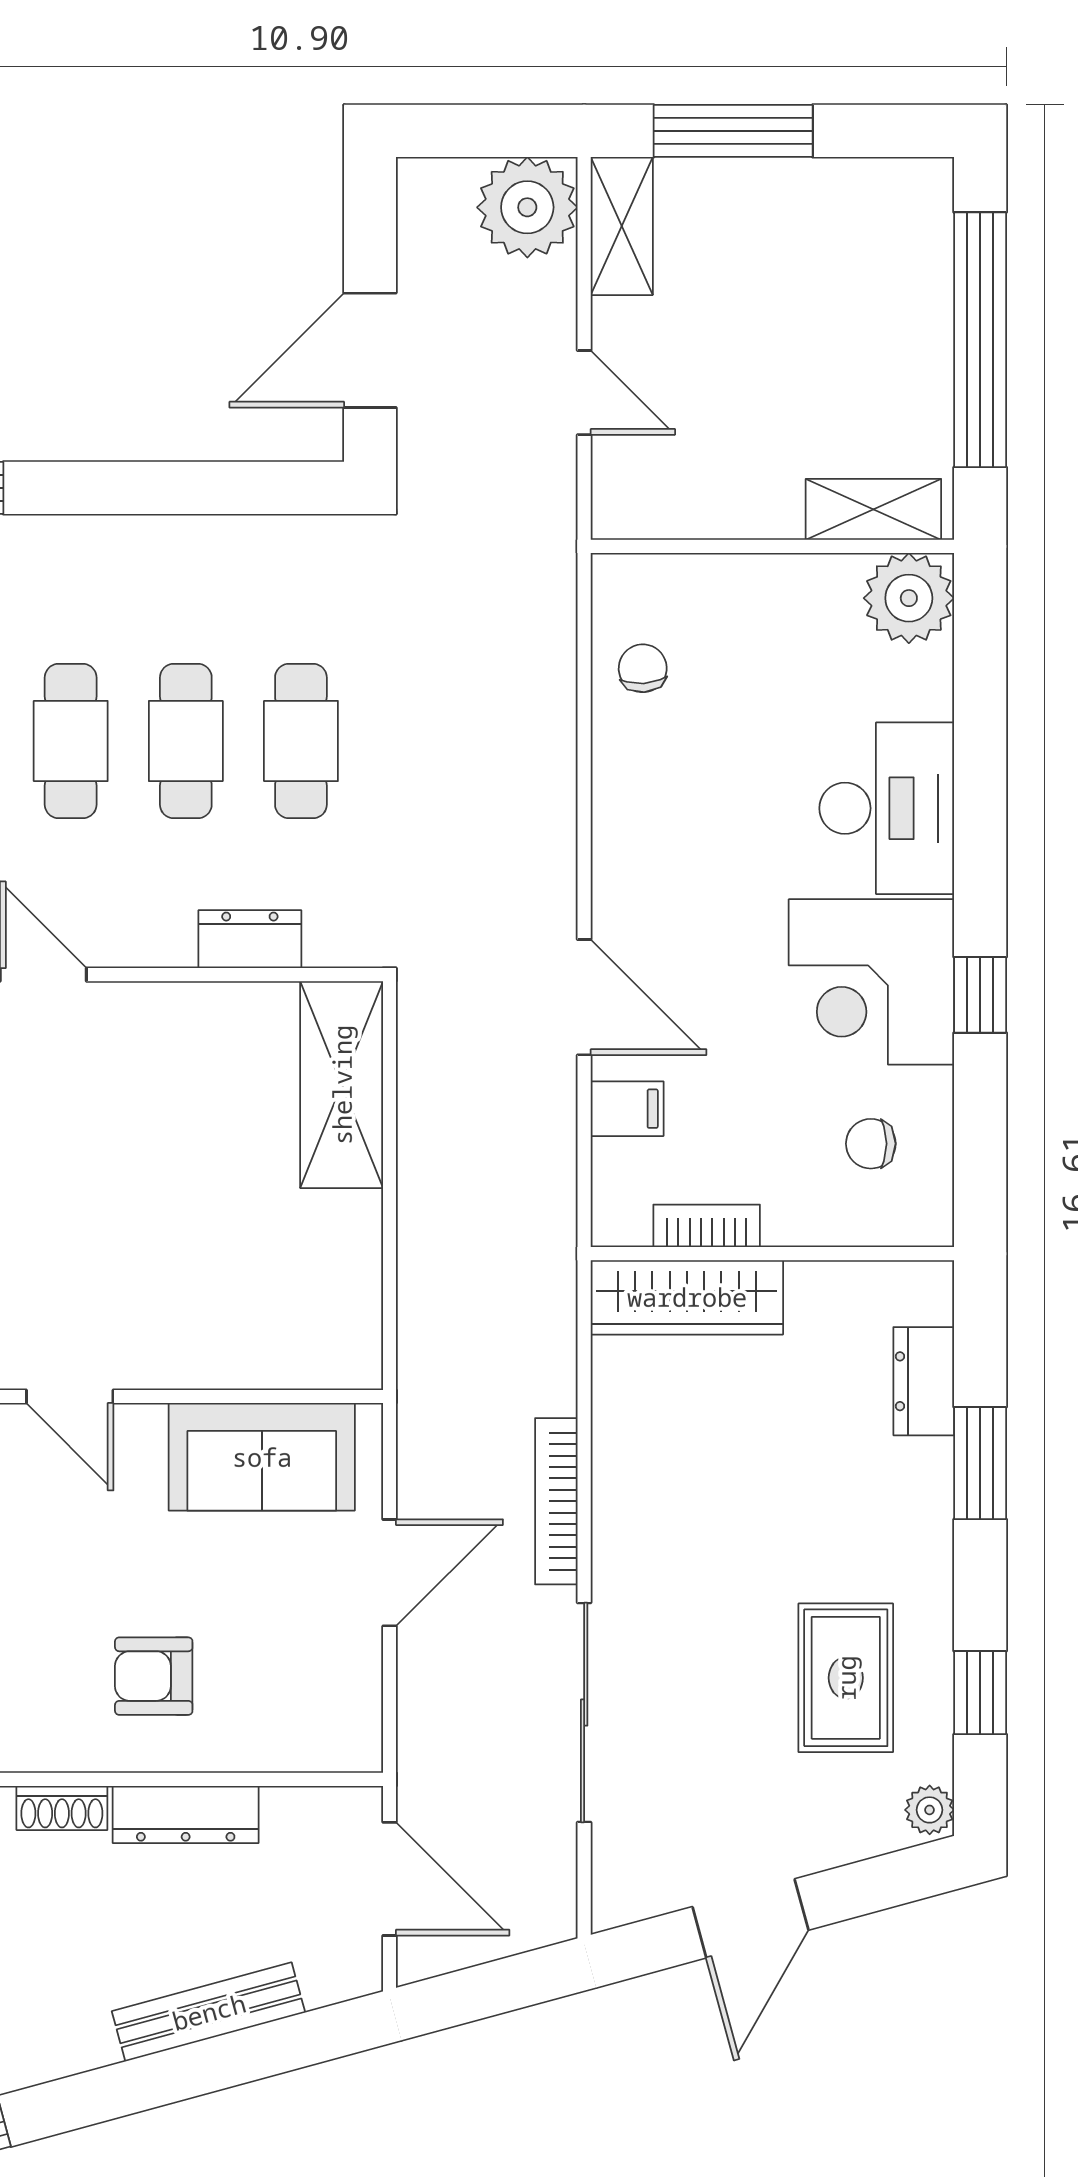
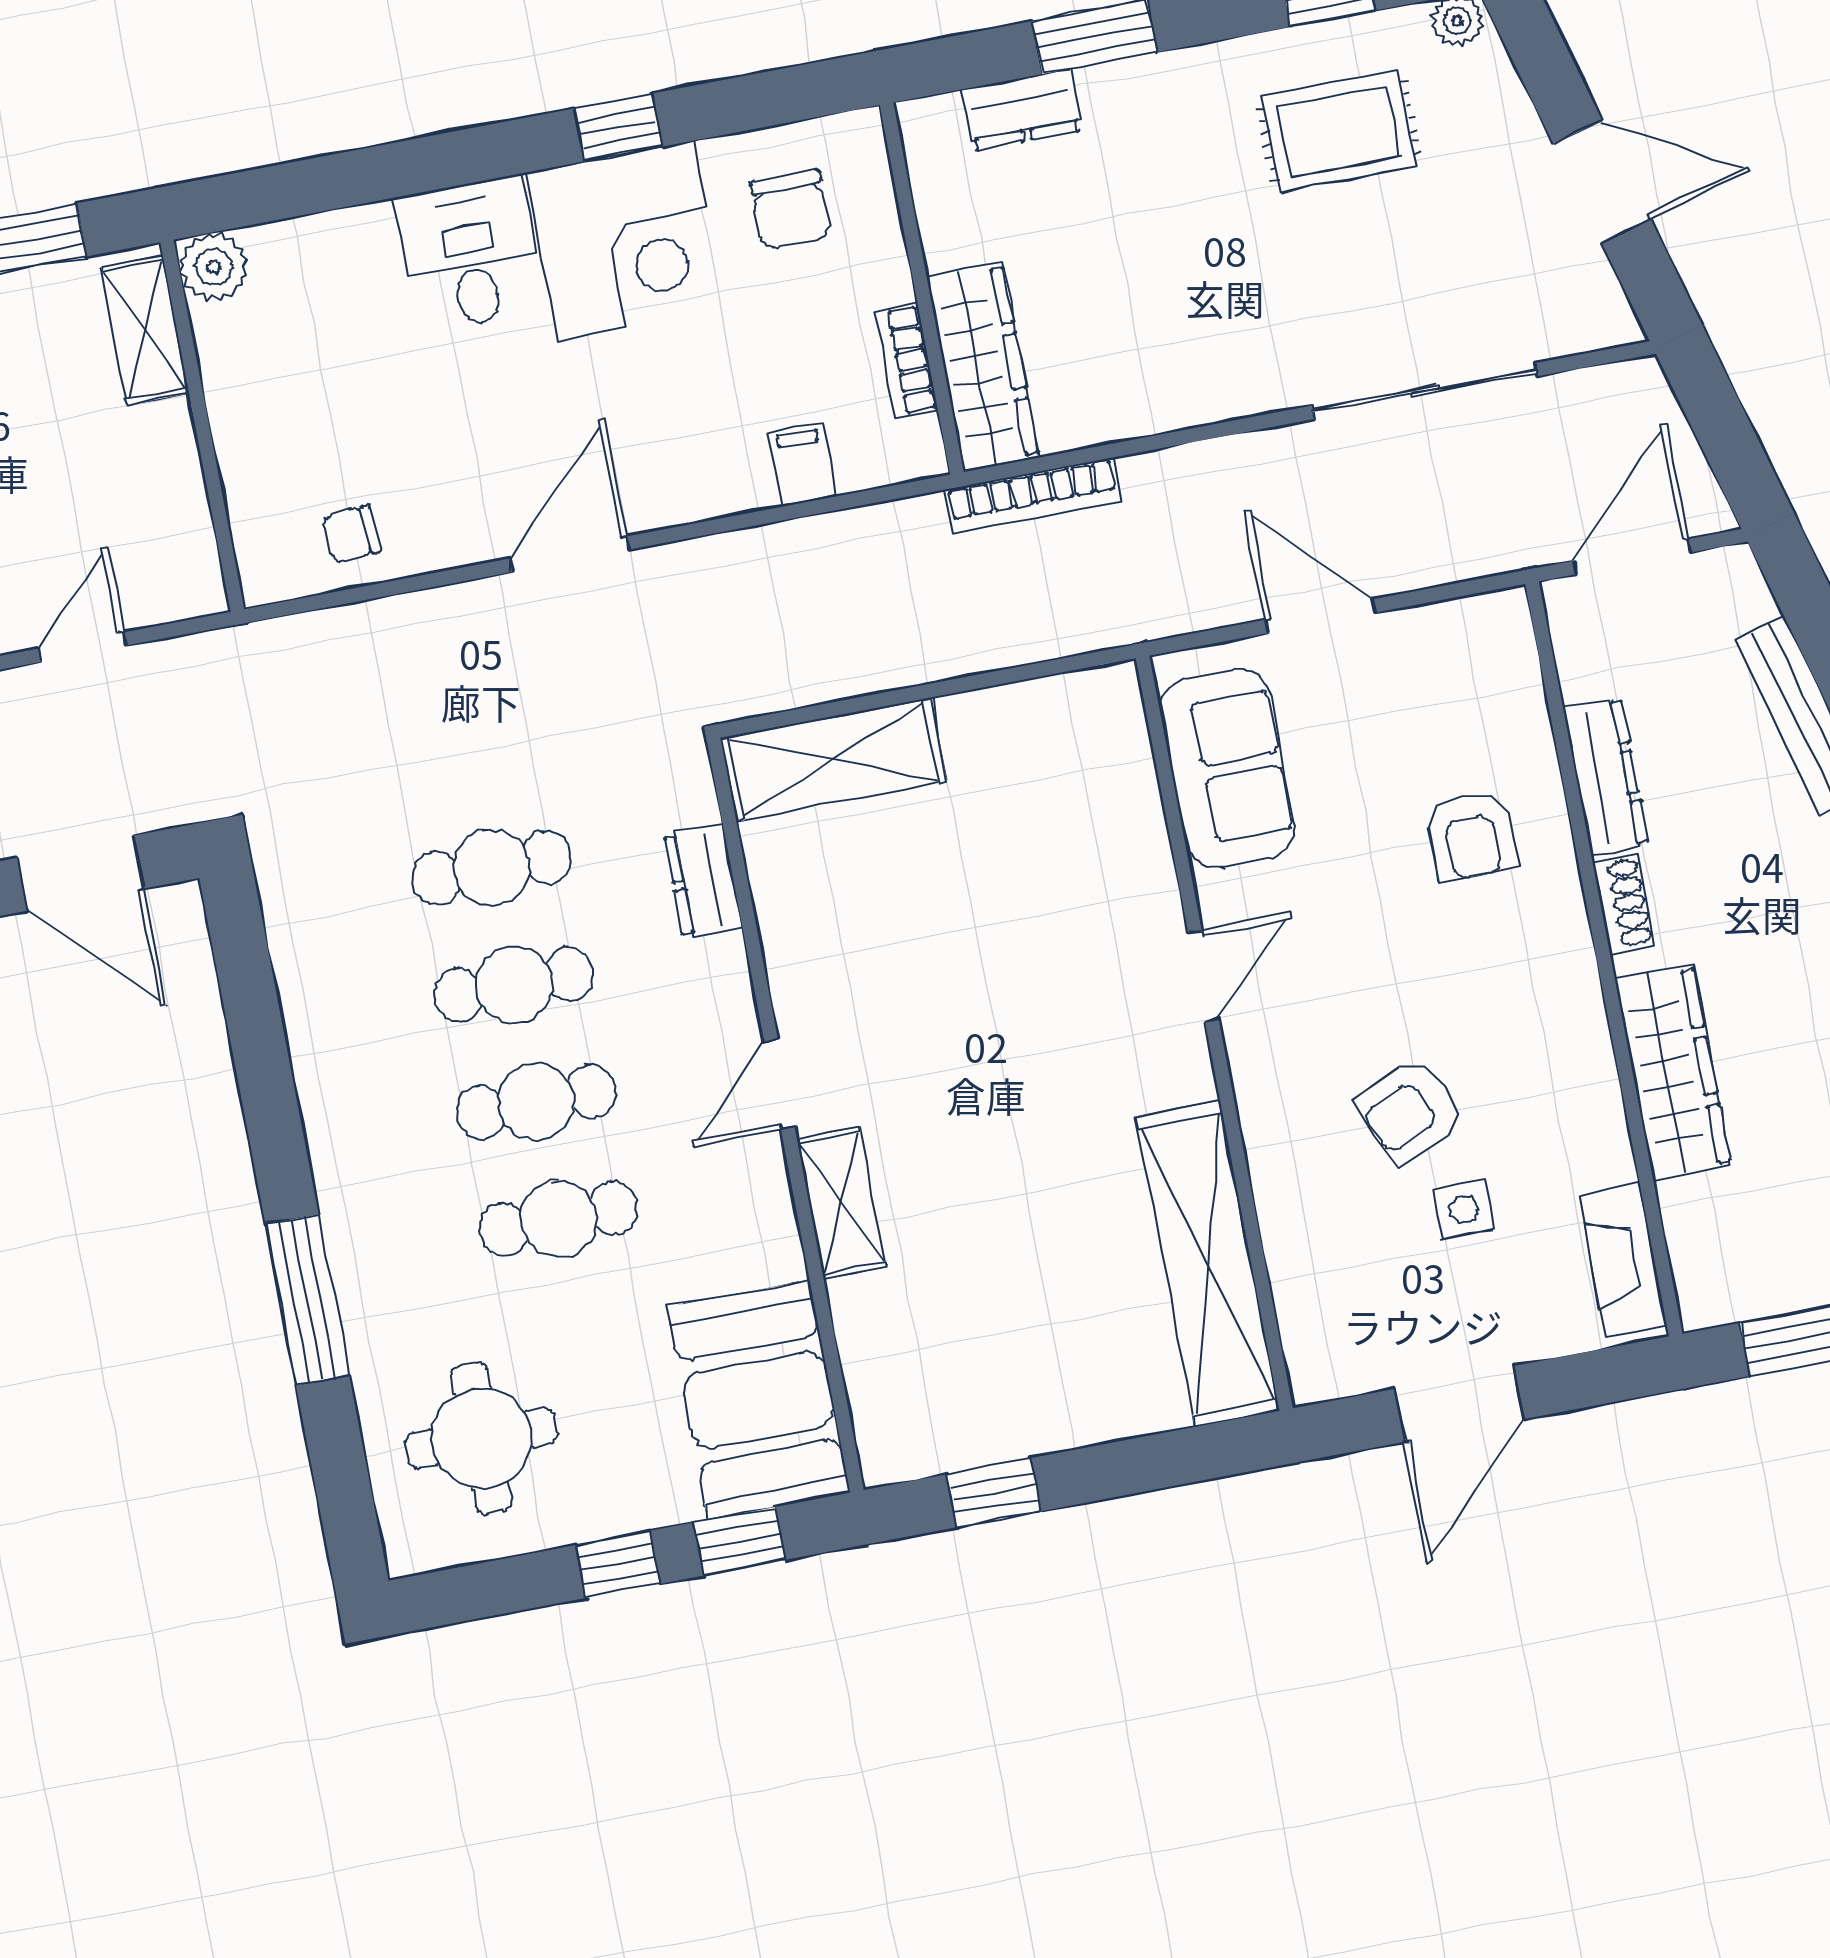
plant: (909, 598) -> (214, 267), width x0.73, depth x0.73
desk: (887, 808) -> (470, 254), width x0.73
door: (584, 997) -> (570, 554), moved
chair: (871, 1144) -> (791, 210), width x1.37, depth x1.37
bookcase: (556, 1501) -> (1033, 495), moved

